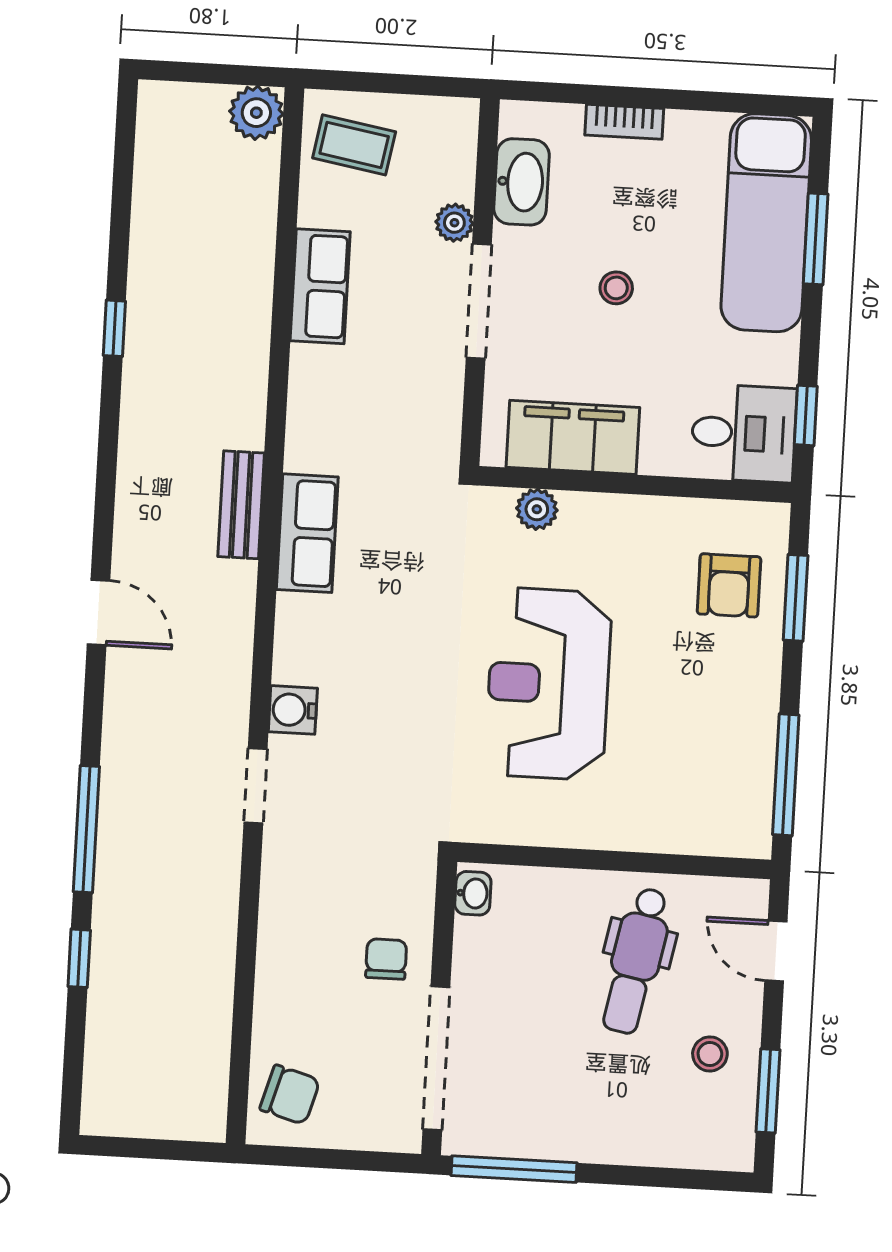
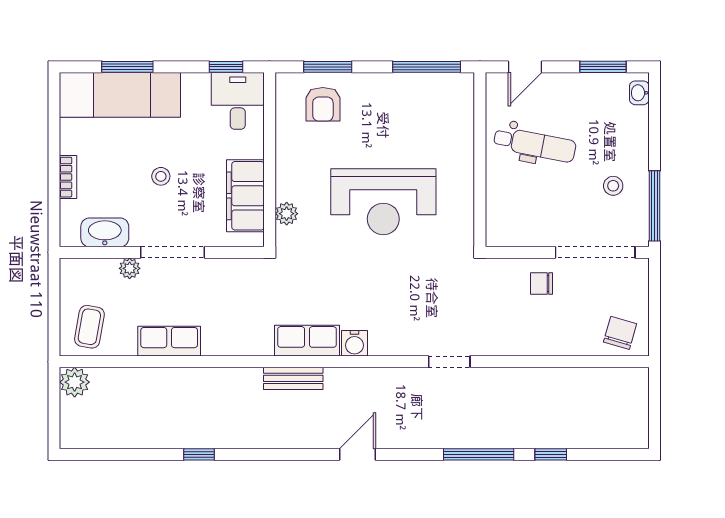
armchair: (729, 585) -> (323, 104), turned 90
water cooler: (293, 710) -> (354, 343), moved
washbasin: (473, 893) -> (639, 93), moved, turned -90
stool: (710, 1054) -> (613, 186), moved

